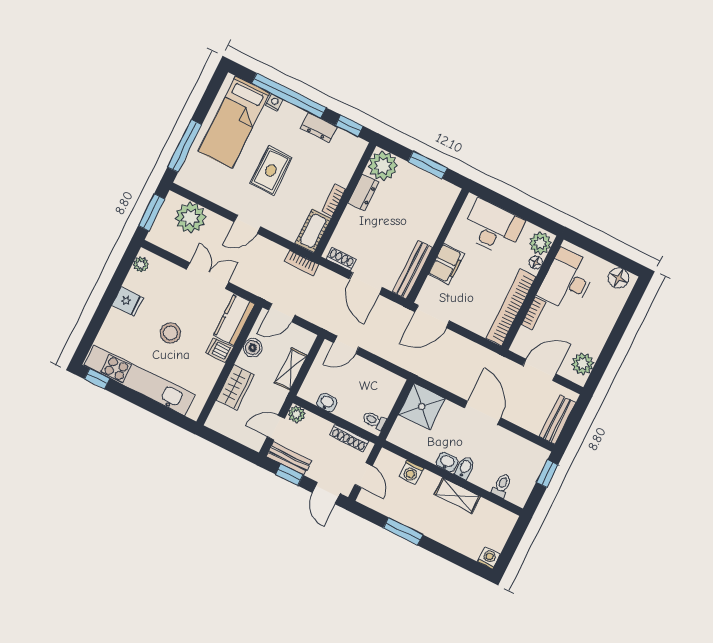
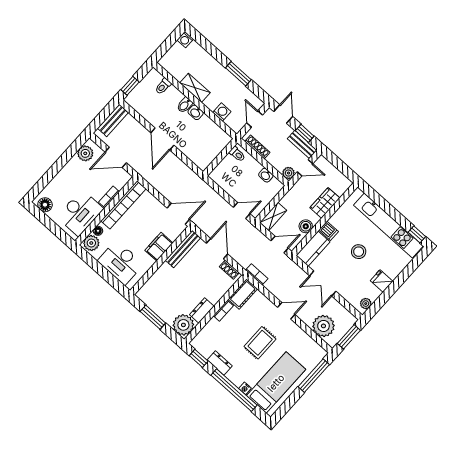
shelving: (291, 369) -> (273, 217), moved
shower: (422, 407) -> (202, 155), removed

